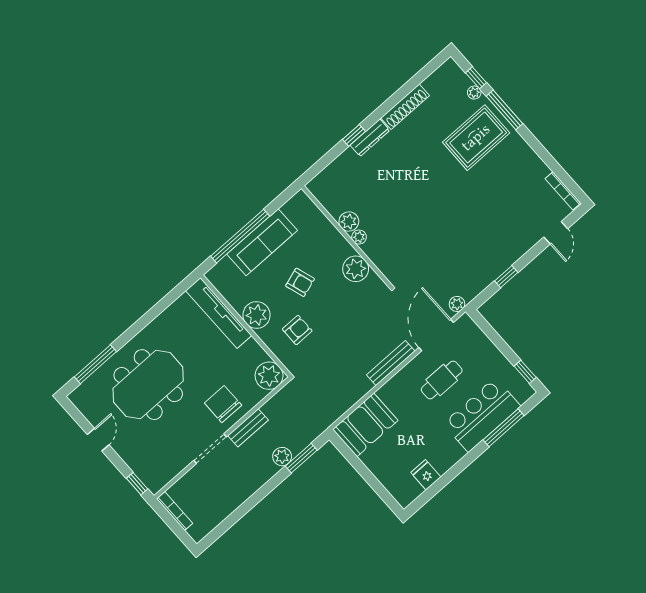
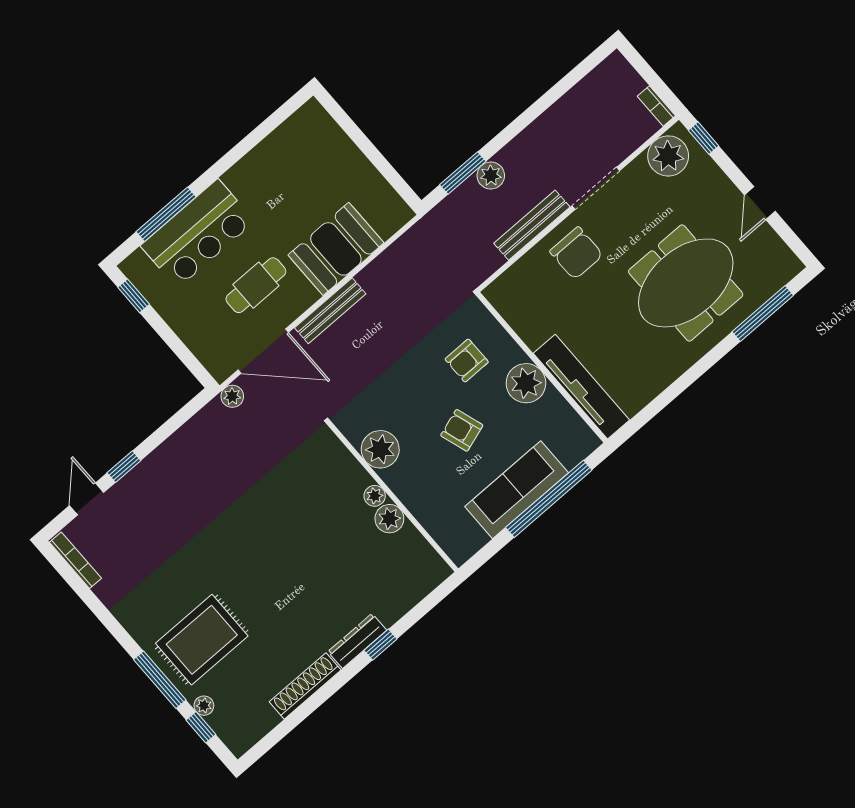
window: (506, 277) -> (124, 467), moved
door: (436, 335) -> (263, 351), hinge flipped
plant: (269, 376) -> (668, 156), moved
booth: (365, 425) -> (336, 249), moved
bench: (248, 428) -> (532, 225), width x1.36
fridge: (426, 475) -> (280, 147), removed
bookcase: (175, 511) -> (656, 106), width x0.64

